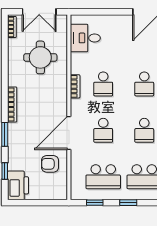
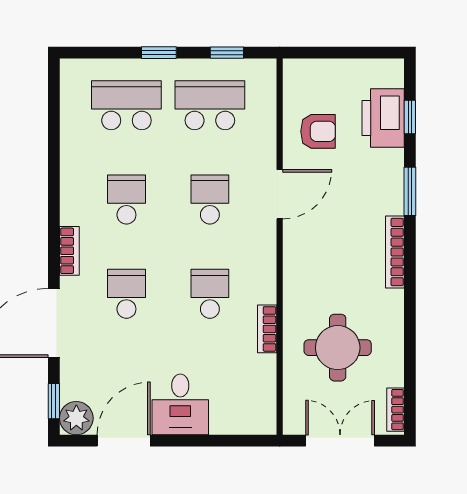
desk: (85, 38) -> (180, 404), moved, turned 90
bookcase: (75, 86) -> (267, 329), moved
door: (69, 133) -> (280, 194), width x0.73
printer: (18, 185) -> (383, 118), moved

